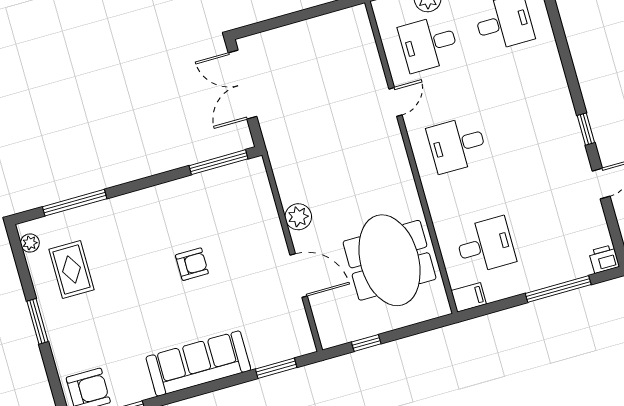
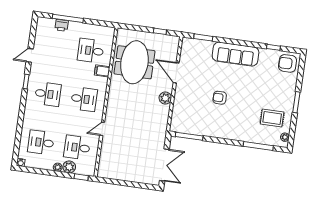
desk: (429, 44) -> (77, 147), turned 180
desk: (532, 123) -> (48, 94), added
printer: (604, 259) -> (62, 25), moved
rug: (71, 270) -> (272, 118), turned 90
filing cabinet: (469, 297) -> (102, 71), moved

